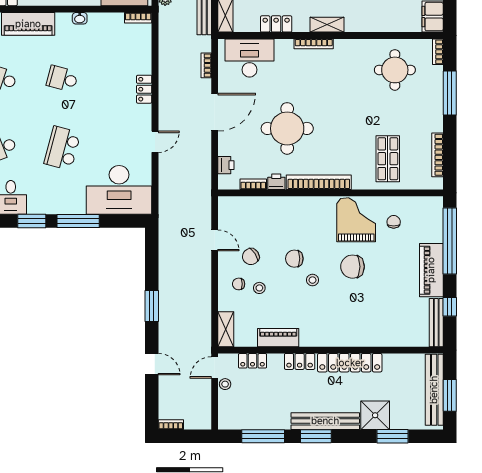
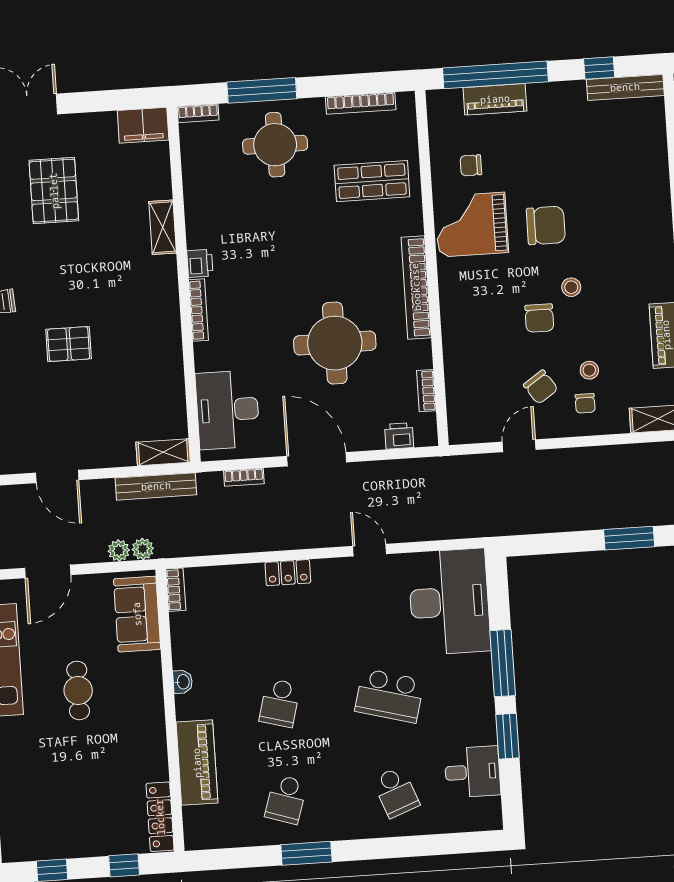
locker: (276, 24) -> (171, 371), removed
shelving: (327, 25) -> (163, 227), moved
round table: (395, 70) -> (275, 145), moved
printer: (276, 182) -> (200, 263), moved, turned 180
chair: (353, 267) -> (546, 225), turned -90
piano: (431, 270) -> (495, 99), moved, width x0.73, depth x0.75

